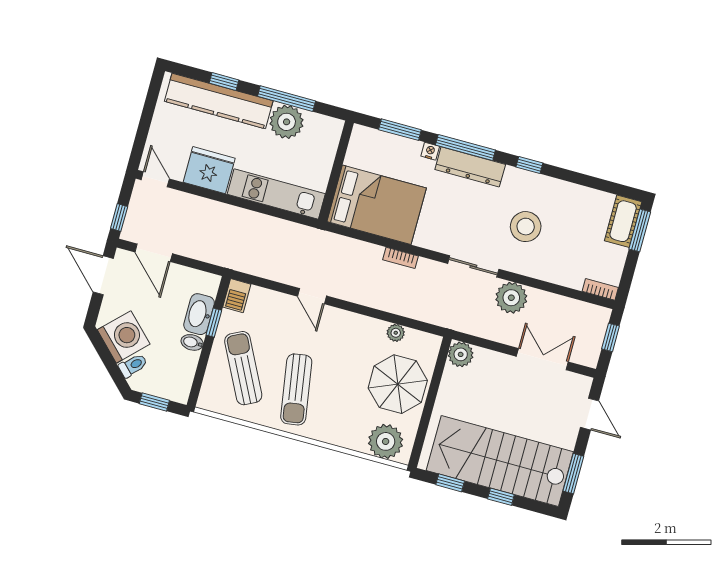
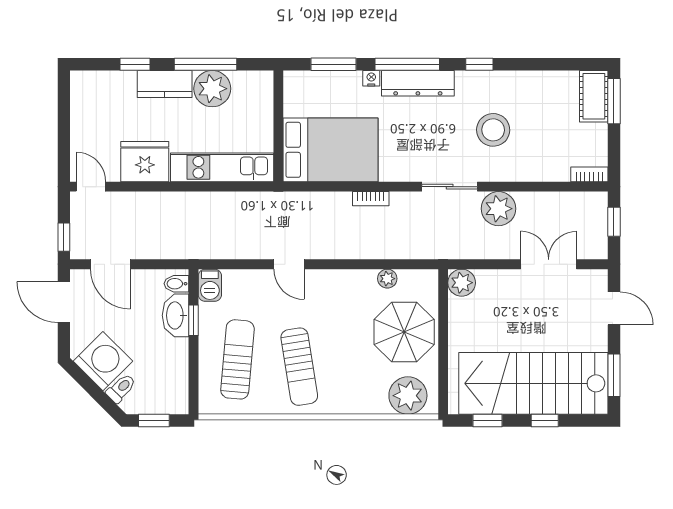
kitchen counter: (219, 101) -> (165, 84), width x0.48, depth x0.86
bidet: (192, 342) -> (176, 284), moved
sun lounger: (243, 368) -> (237, 359), turned 32

